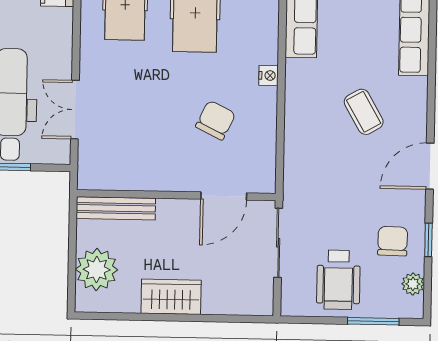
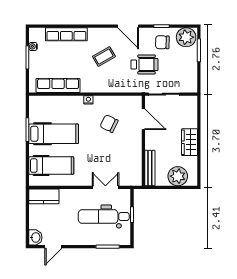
double door: (75, 110) -> (105, 187), swing flipped
wheelchair: (338, 280) -> (144, 64), moved
plant: (413, 284) -> (186, 37), width x1.88, depth x1.88

